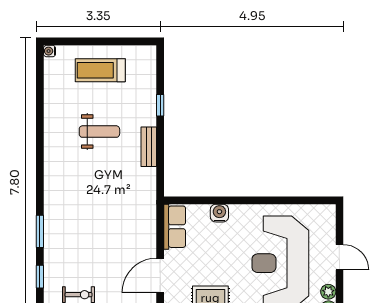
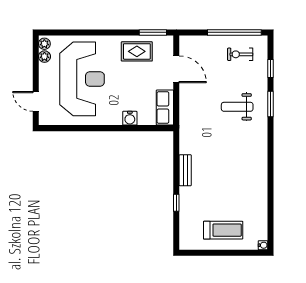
weight bench: (99, 132) -> (237, 107), moved
door: (339, 257) -> (36, 101), moved
door: (160, 276) -> (176, 69), hinge flipped

